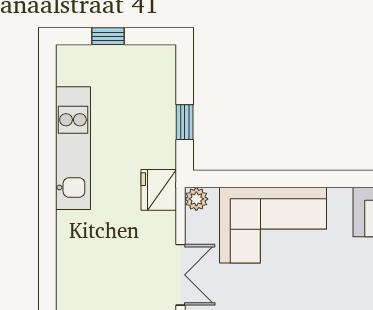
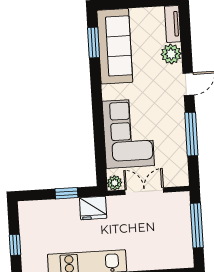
fridge: (159, 190) -> (93, 208), moved
double door: (181, 275) -> (144, 191), moved

